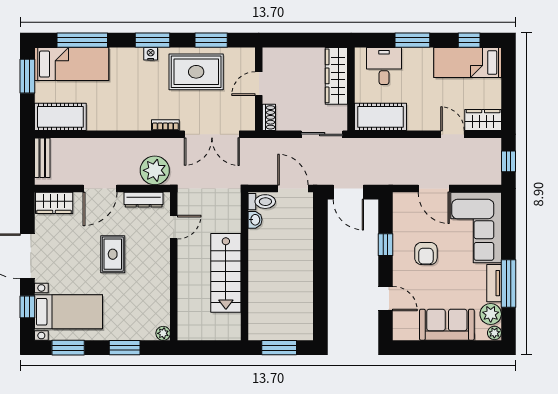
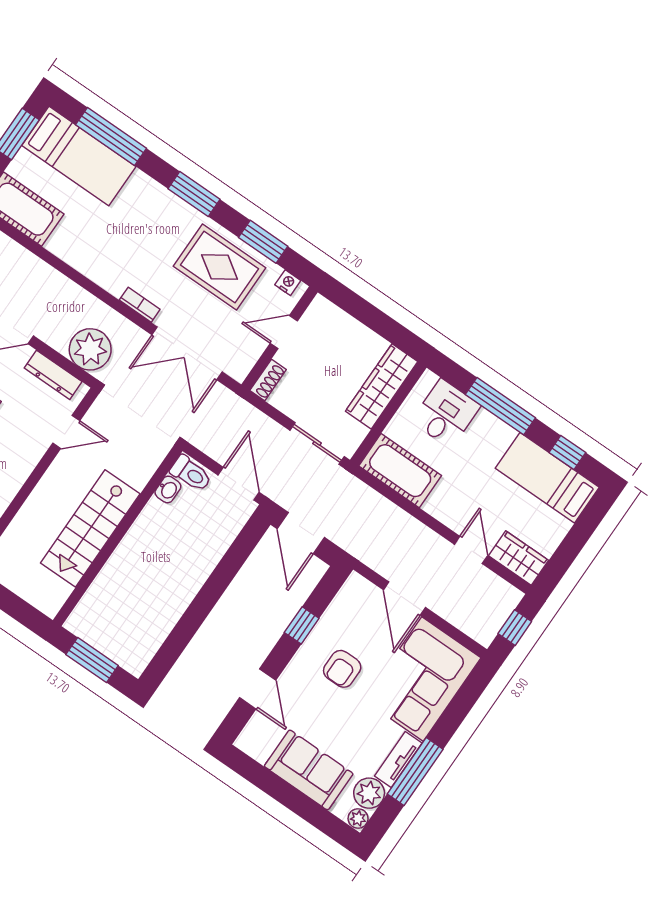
window: (412, 40) -> (500, 406), width x1.44
nightstand: (151, 54) -> (288, 283), moved

